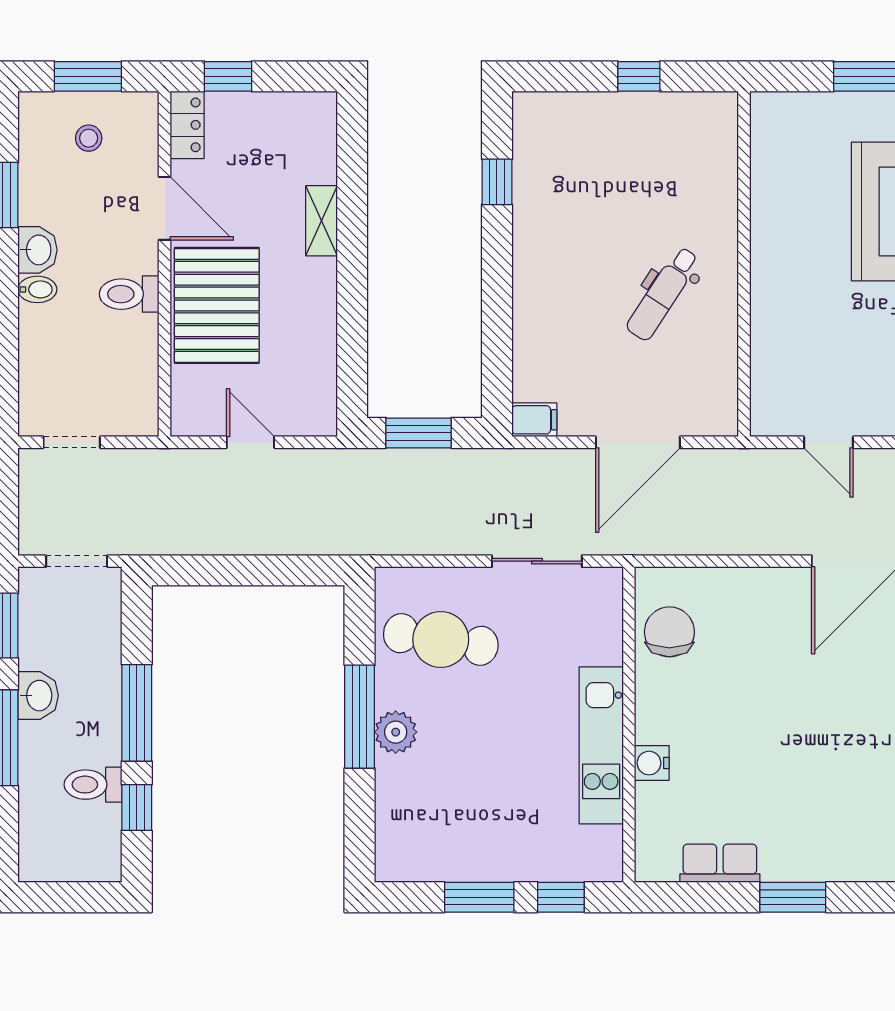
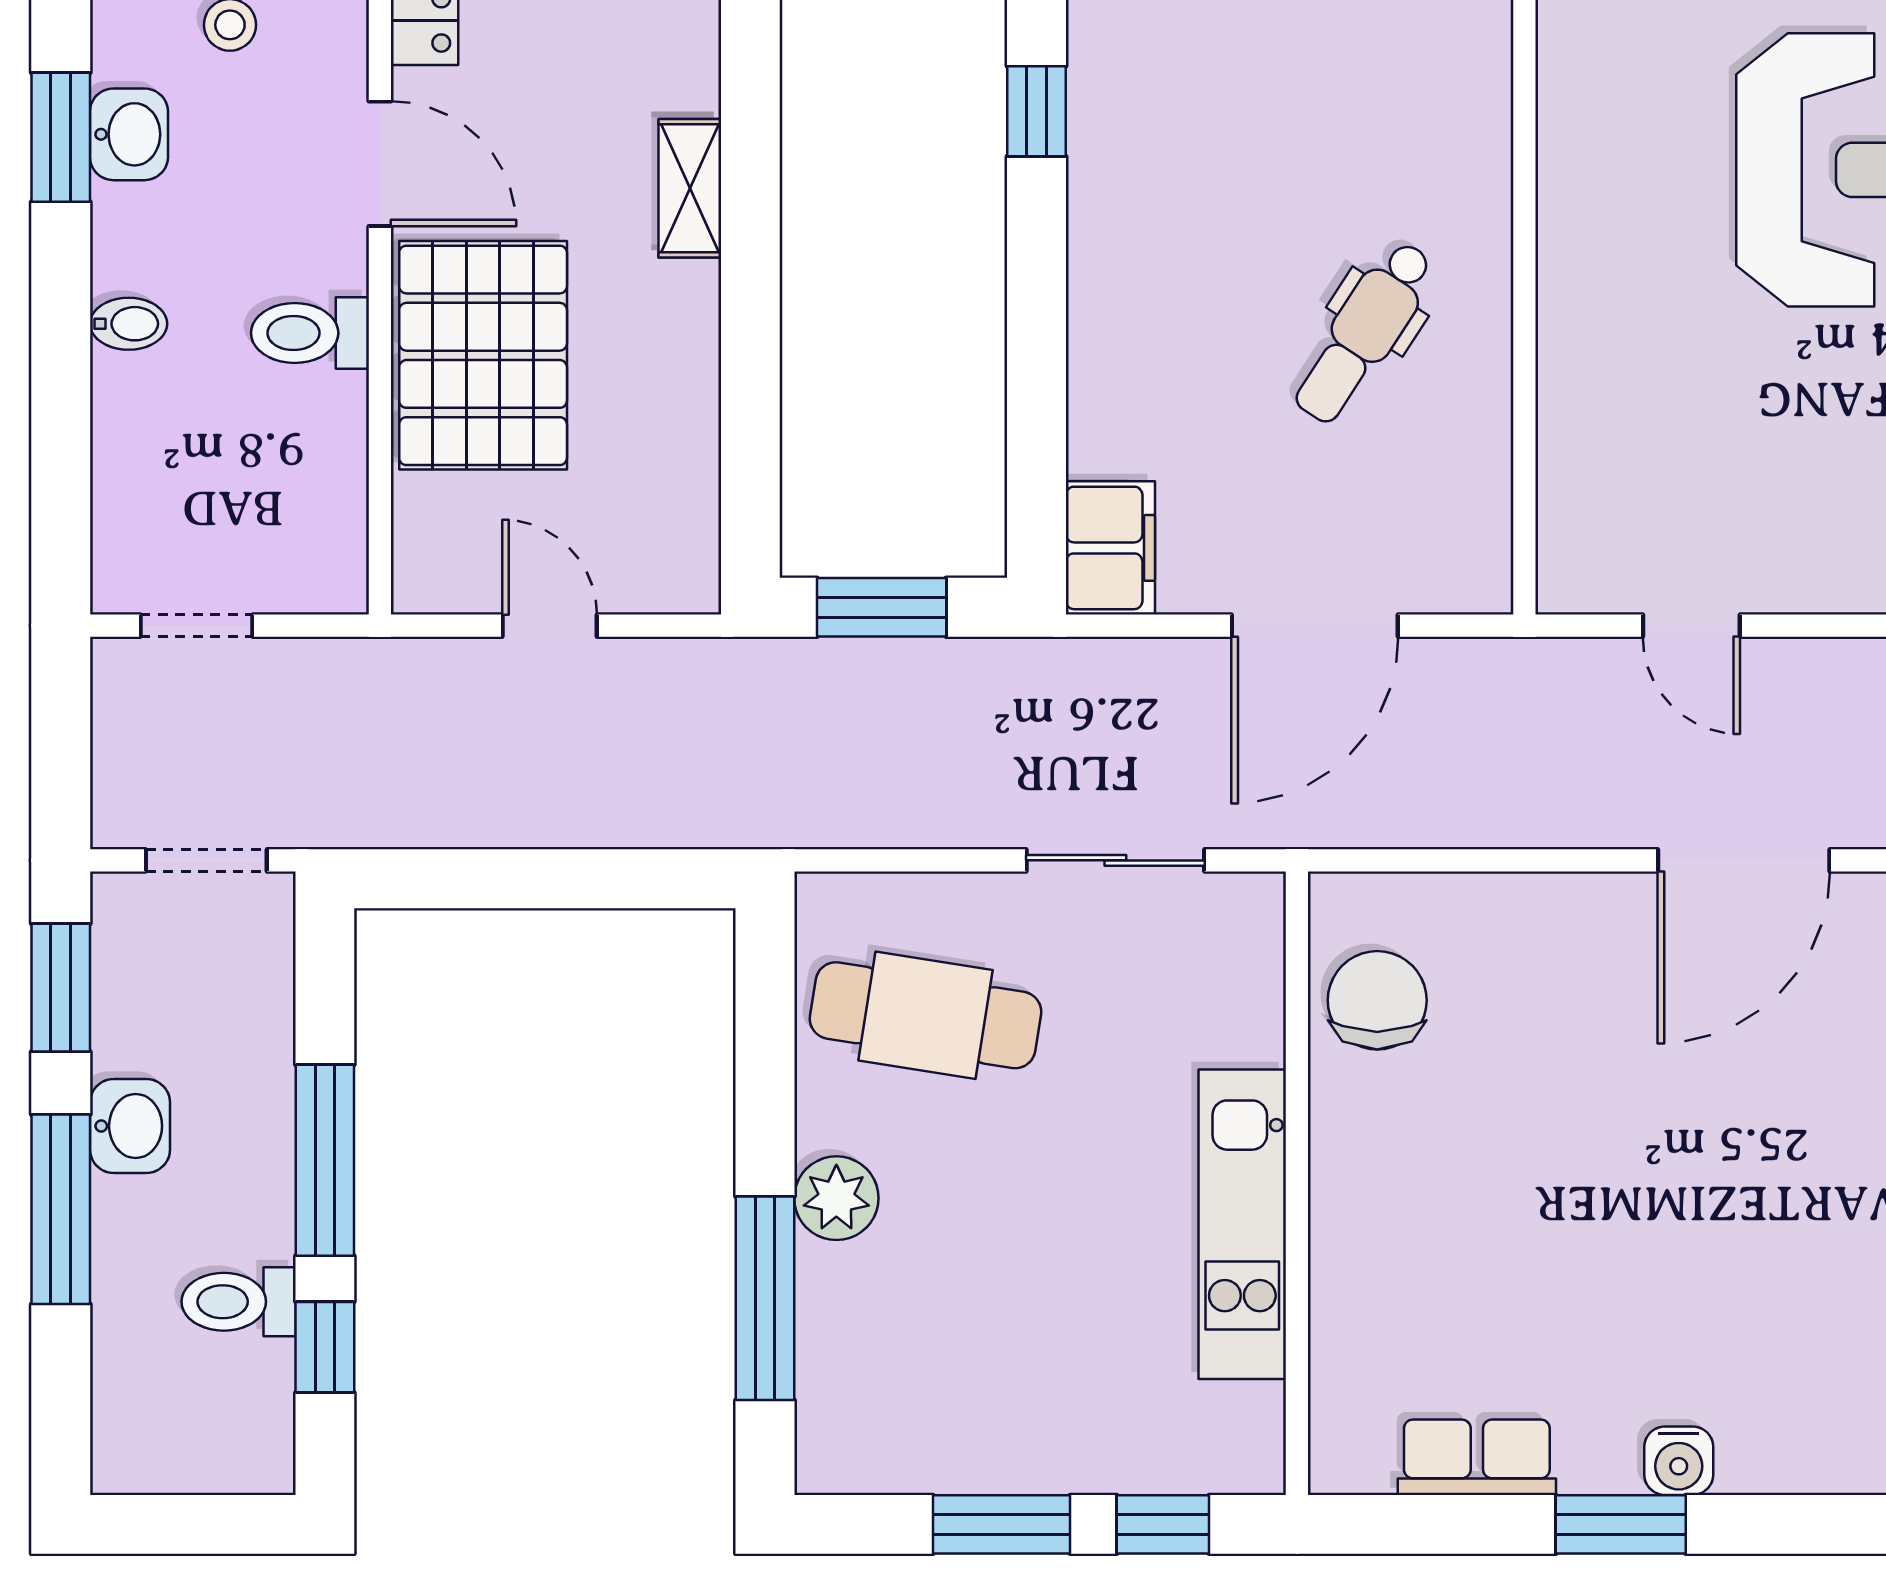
washbasin: (37, 250) -> (129, 134), moved
filing cabinet: (534, 420) -> (1110, 548), width x2.00
window: (360, 717) -> (765, 1298), moved
water cooler: (652, 763) -> (1679, 1461), moved, turned -90

